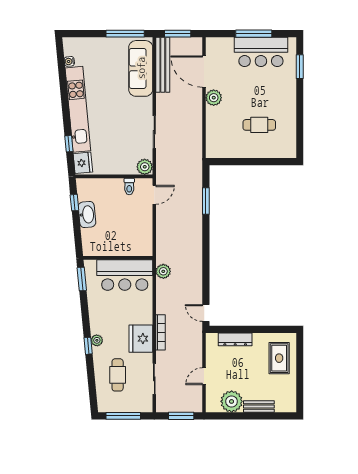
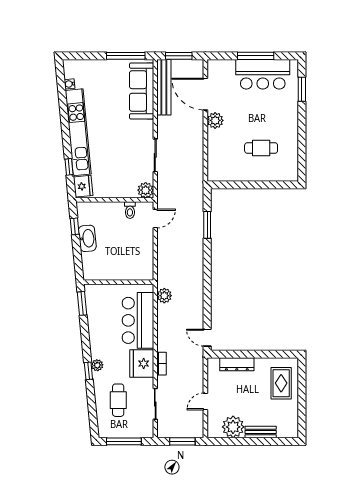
bar counter: (125, 275) -> (138, 320), moved, turned 90
bookcase: (160, 332) -> (161, 364), width x0.64

